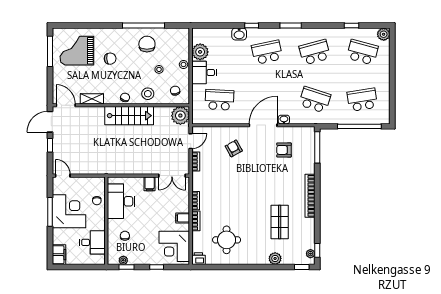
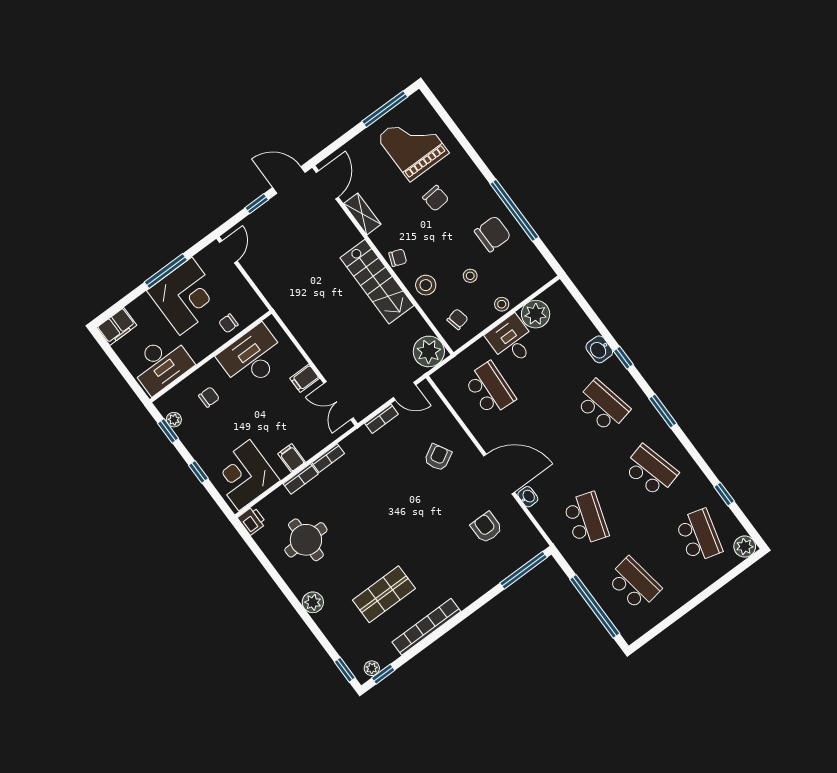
bookcase: (310, 196) -> (426, 627), moved
desk: (92, 242) -> (161, 364), width x1.37
plant: (275, 258) -> (313, 602), moved

